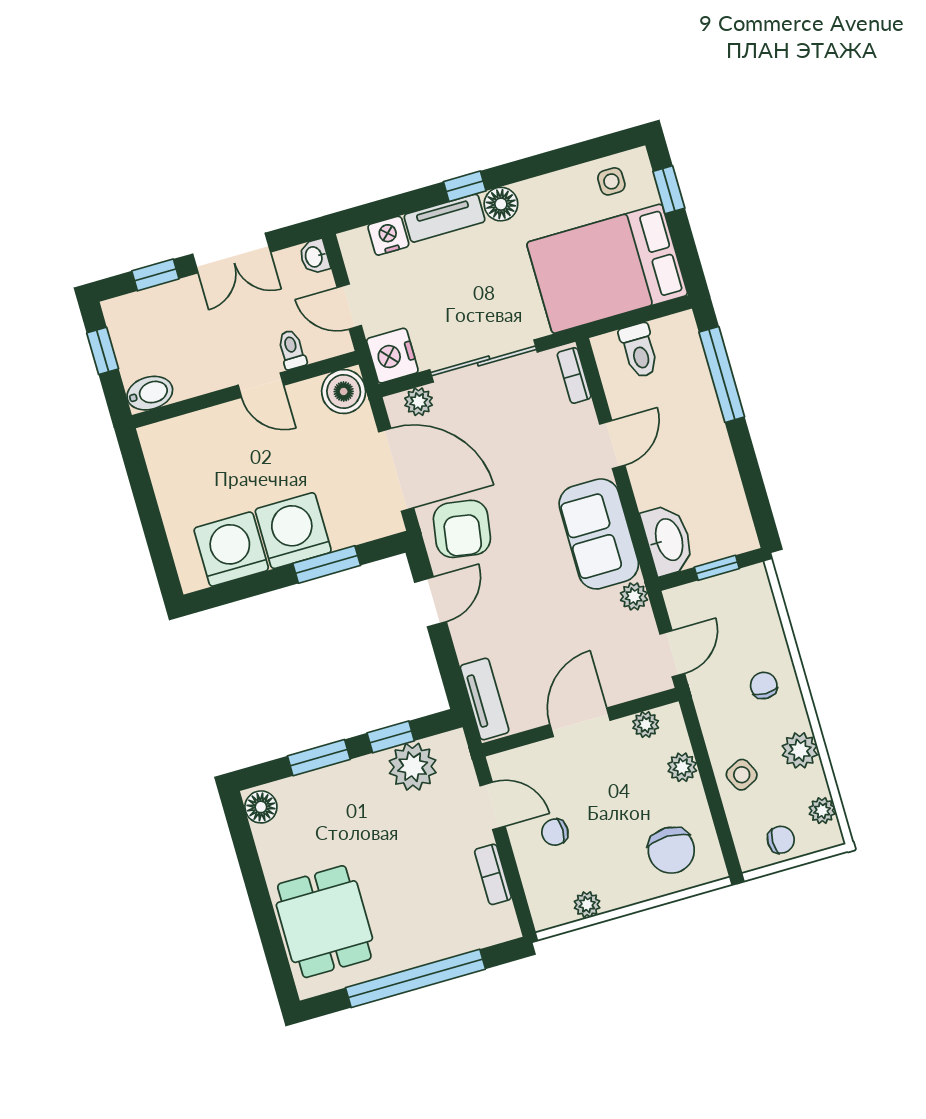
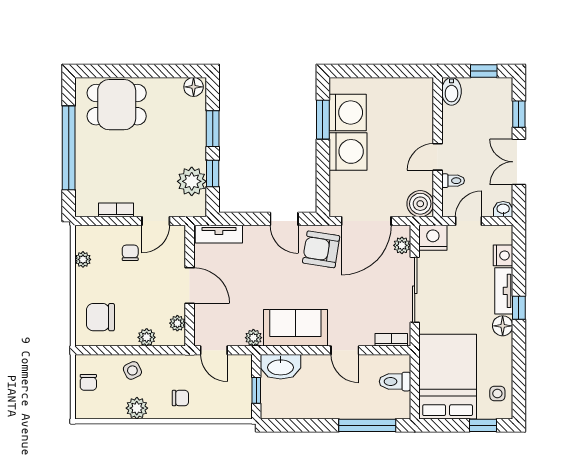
window: (327, 564) -> (323, 120), moved
plant: (822, 811) -> (98, 411), removed

